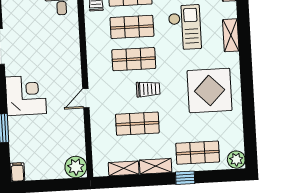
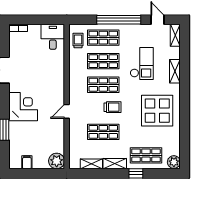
filing cabinet: (17, 172) -> (27, 162), moved

